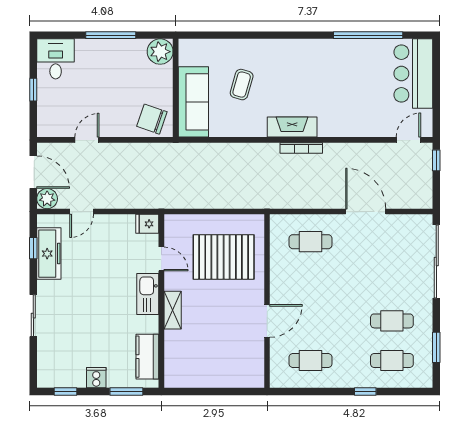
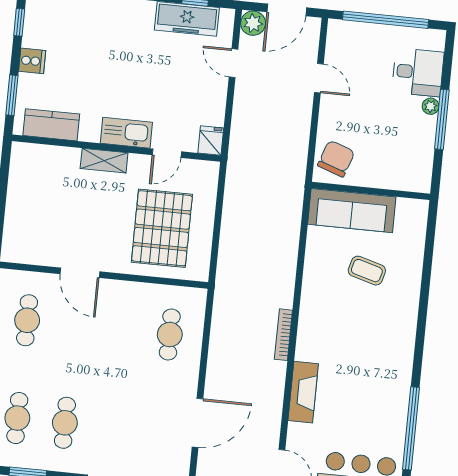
plant: (160, 52) -> (431, 106), moved, width x0.53, depth x0.53
desk: (56, 59) -> (418, 72), moved
window: (33, 90) -> (386, 20), width x3.17
fireplace: (292, 127) -> (303, 392), moved
door: (366, 212) -> (198, 423), moved

